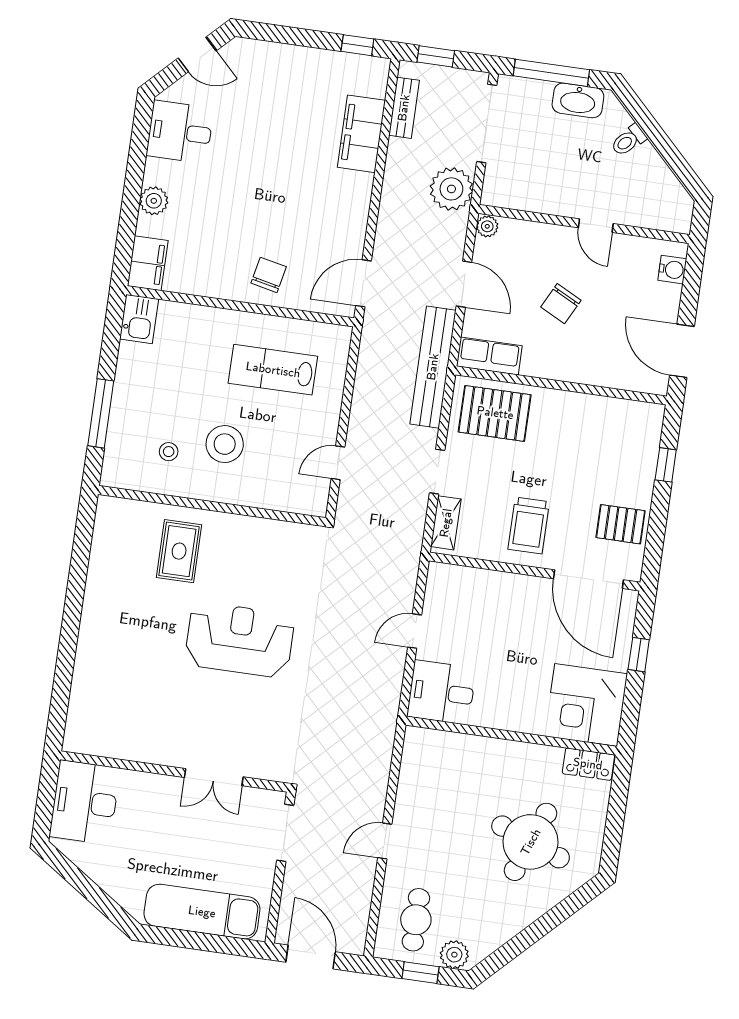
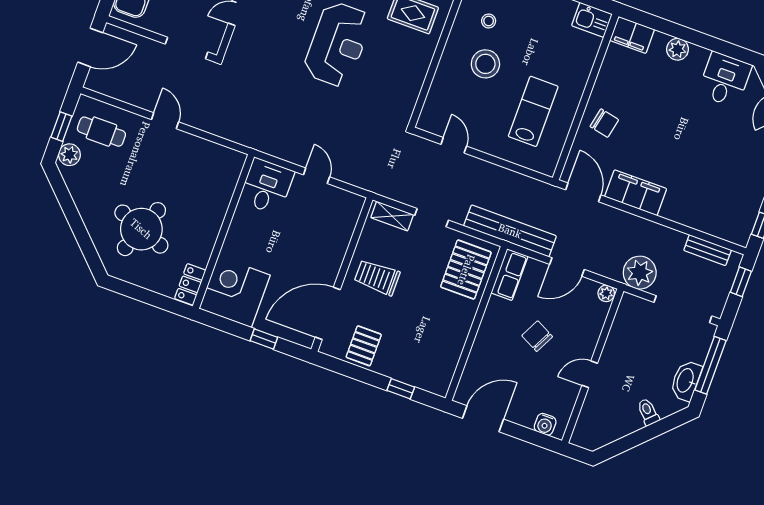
filing cabinet: (361, 134) -> (636, 193), moved

